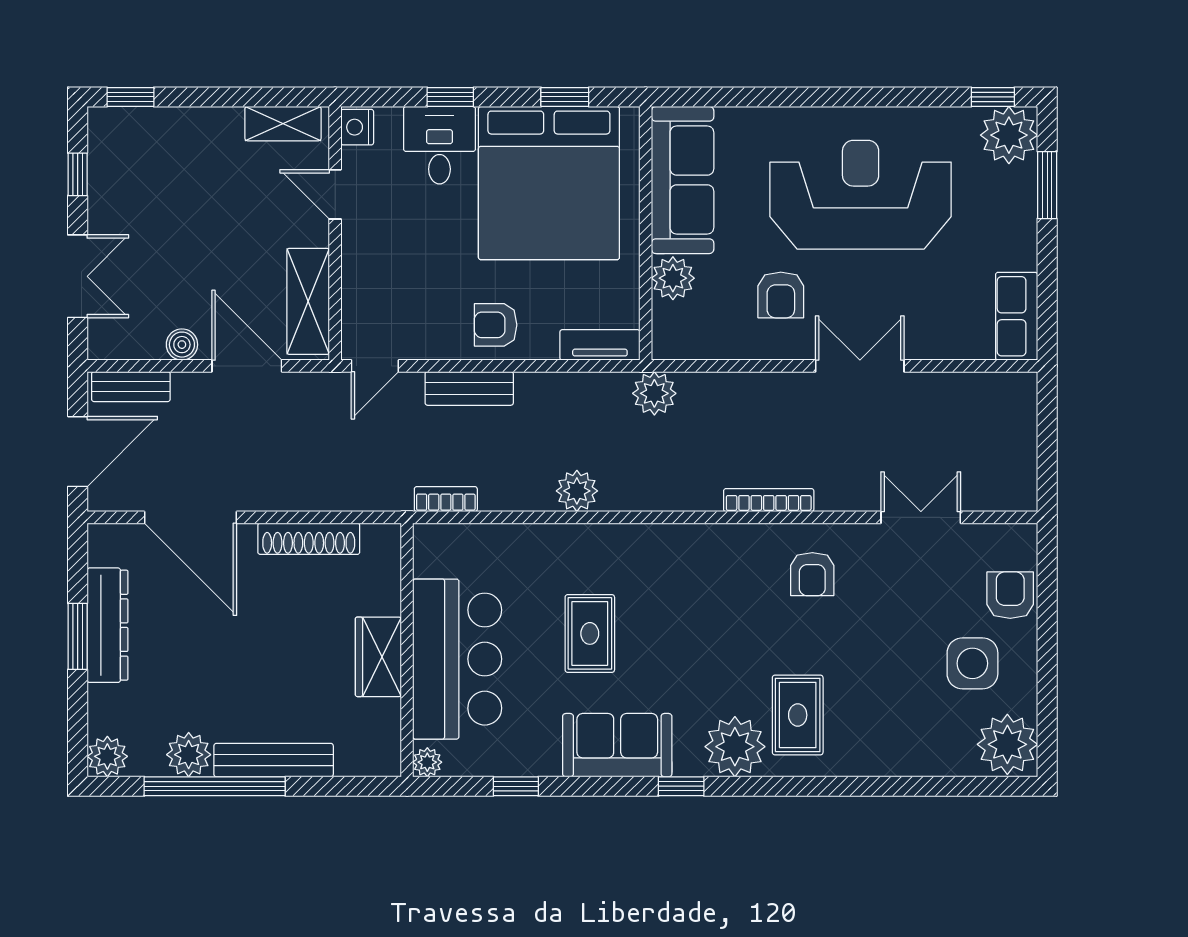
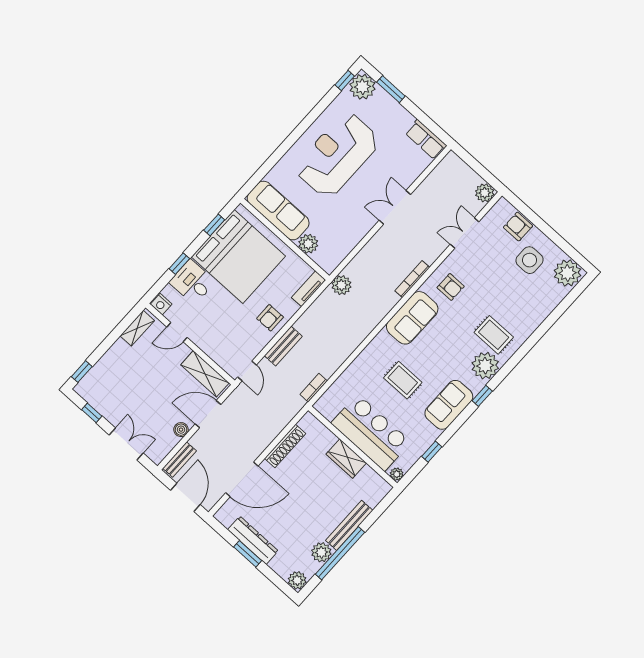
armchair: (781, 295) -> (347, 212), removed
plant: (577, 491) -> (485, 193), moved
sofa: (705, 557) -> (412, 318), added

